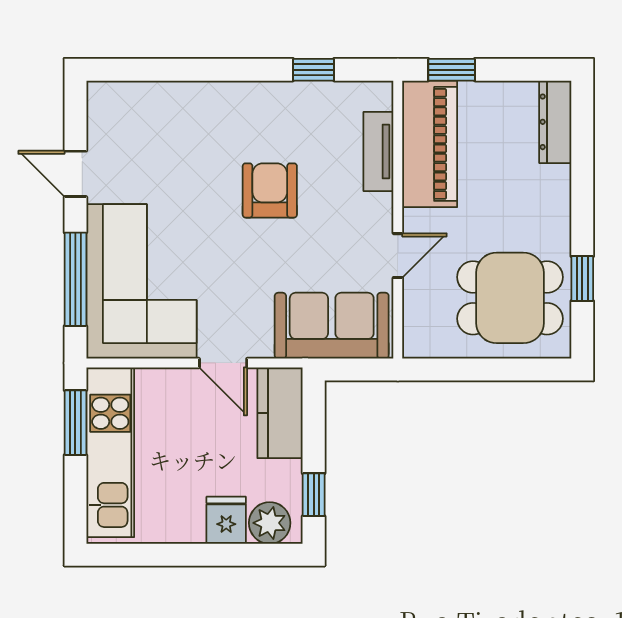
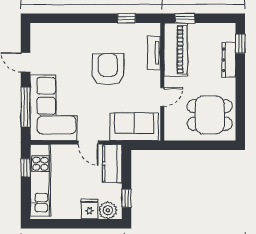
dresser: (555, 122) -> (229, 60), moved
armchair: (270, 190) -> (108, 69), width x1.36, depth x1.36
window: (582, 279) -> (240, 44), moved
window: (75, 423) -> (26, 168), width x0.67

